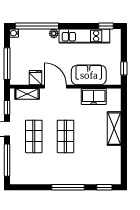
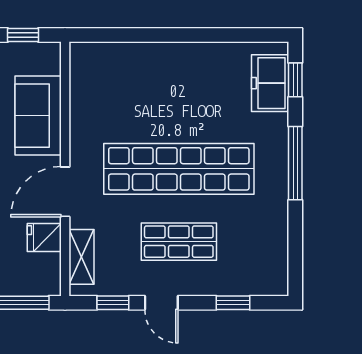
freezer: (94, 97) -> (270, 83), moved, turned 180
shelving: (114, 129) -> (161, 57), removed
shop shelf: (65, 136) -> (179, 169), width x2.00, depth x1.36
window: (7, 160) -> (233, 303), width x0.46

